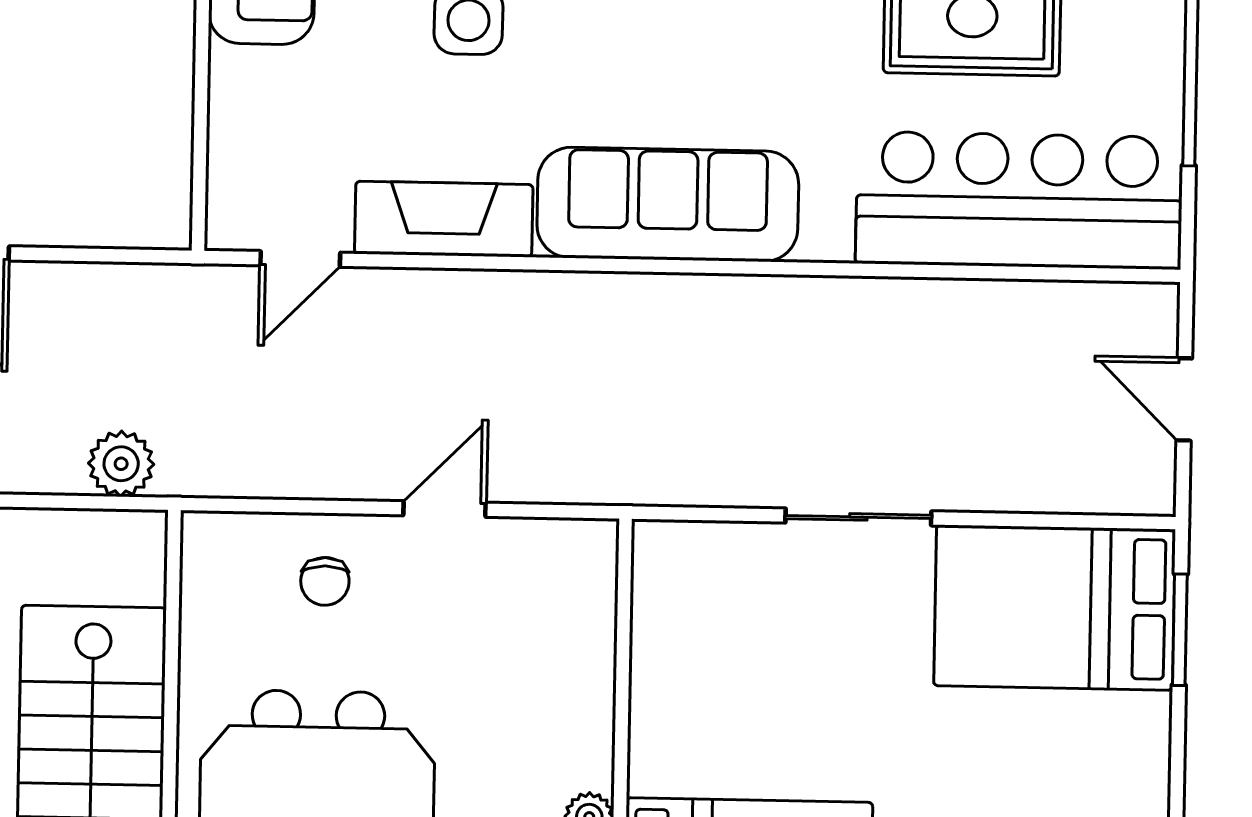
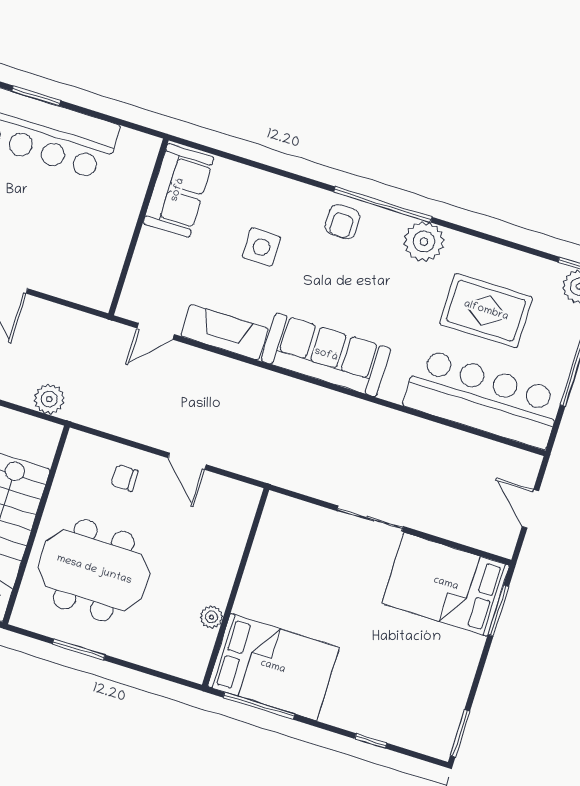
door: (445, 509) -> (187, 461), swing flipped
chair: (325, 581) -> (125, 478), turned 90

